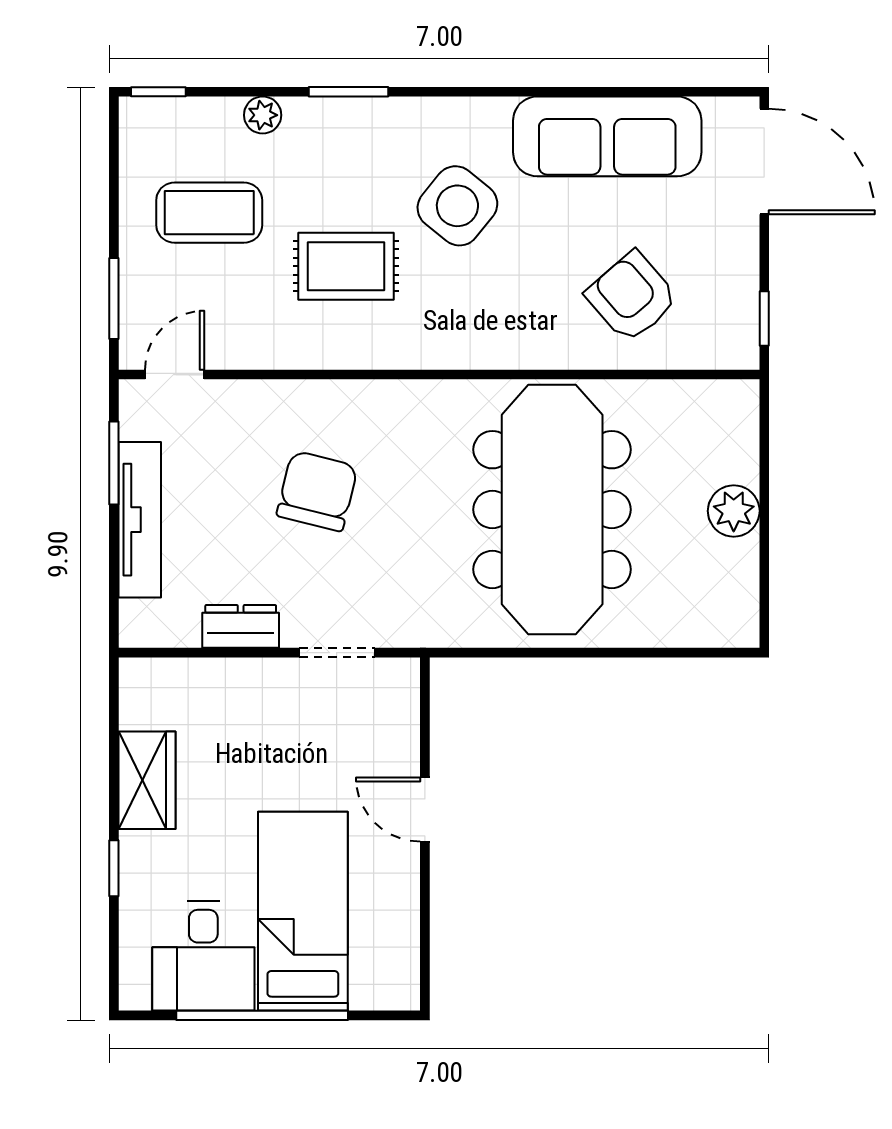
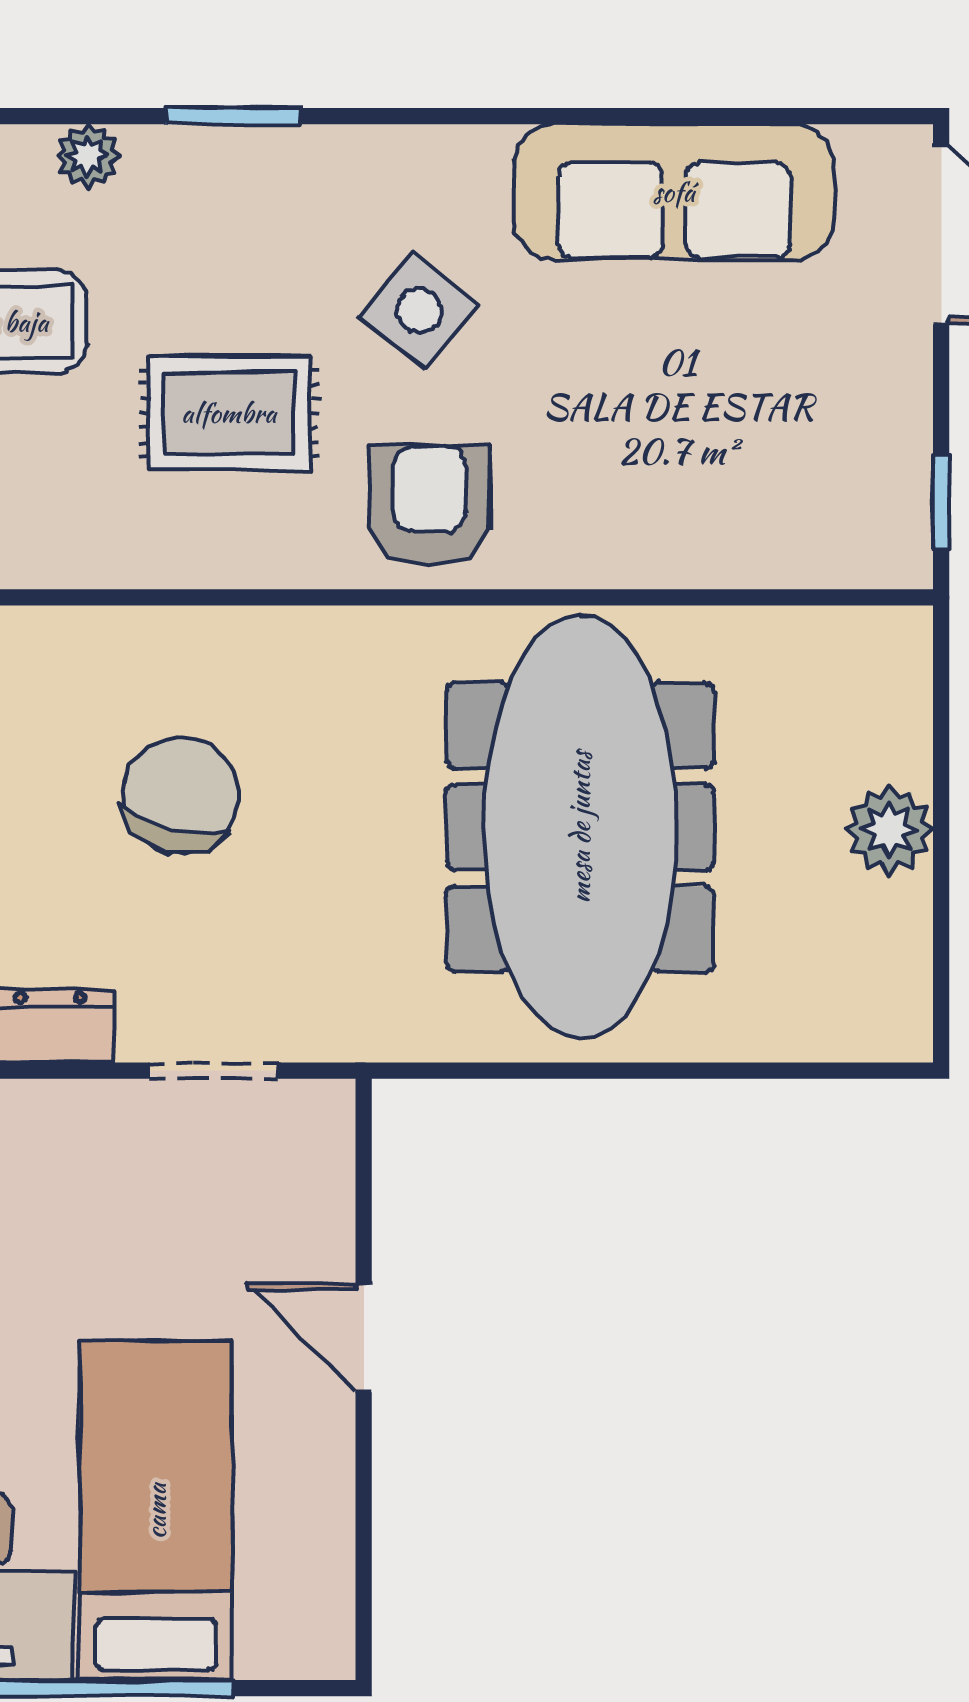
side table: (457, 206) -> (419, 310), width x0.73, depth x0.73
armchair: (632, 297) -> (430, 505), moved, turned 41

